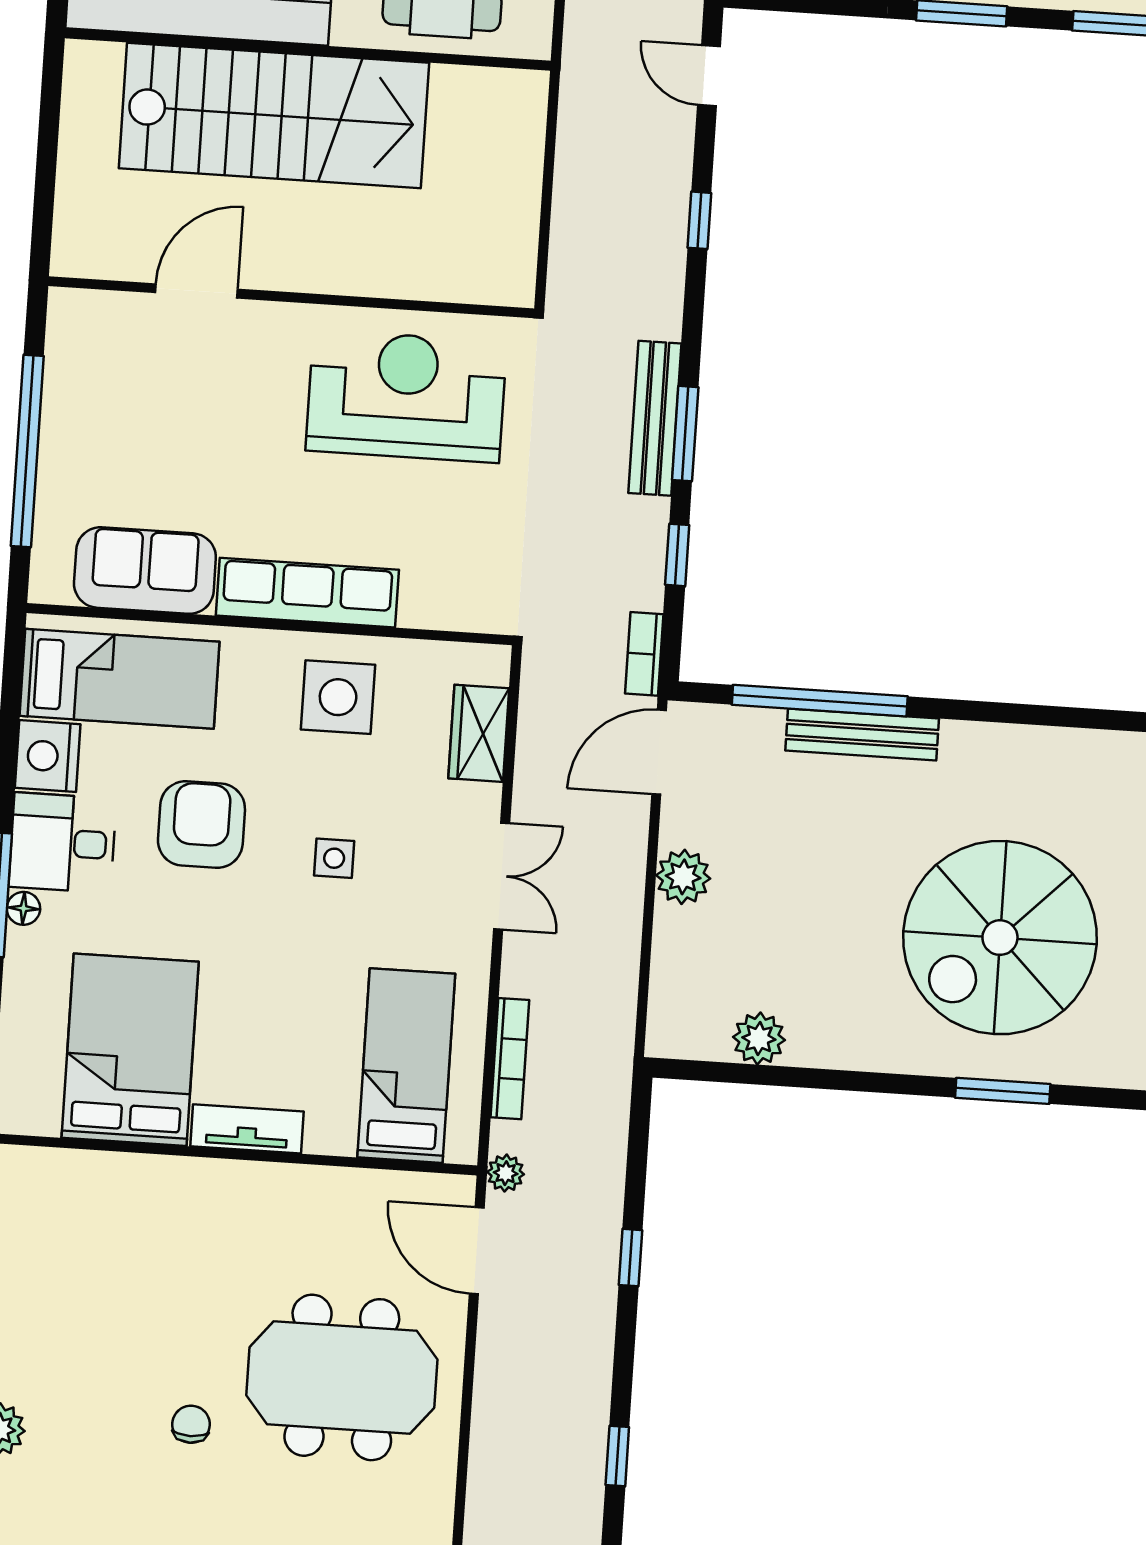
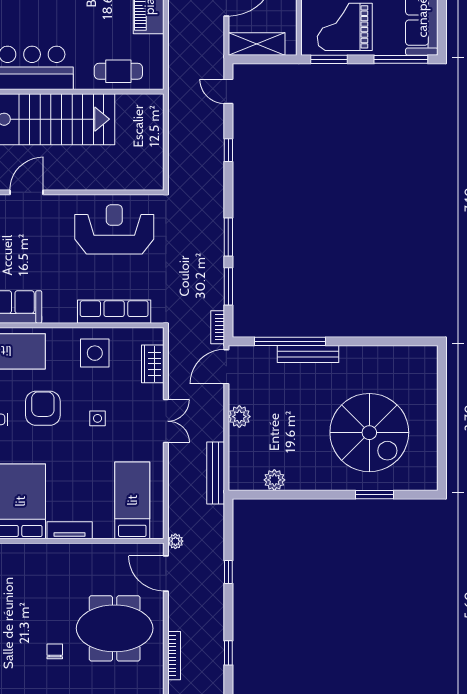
bench: (655, 418) -> (216, 473), moved
window: (677, 555) -> (228, 286), width x1.50
row of seats: (307, 593) -> (114, 312), moved
spiral stairs: (1000, 938) -> (369, 433), turned -90
bookcase: (510, 1059) -> (174, 656), moved

